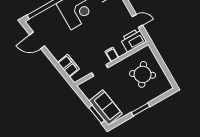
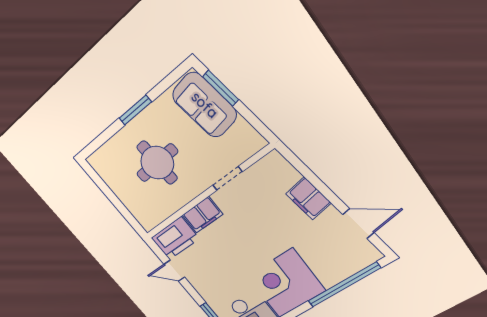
filing cabinet: (112, 54) -> (203, 215), width x2.00
filing cabinet: (69, 66) -> (308, 198), moved
round table: (143, 74) -> (157, 163), moved, turned -38

